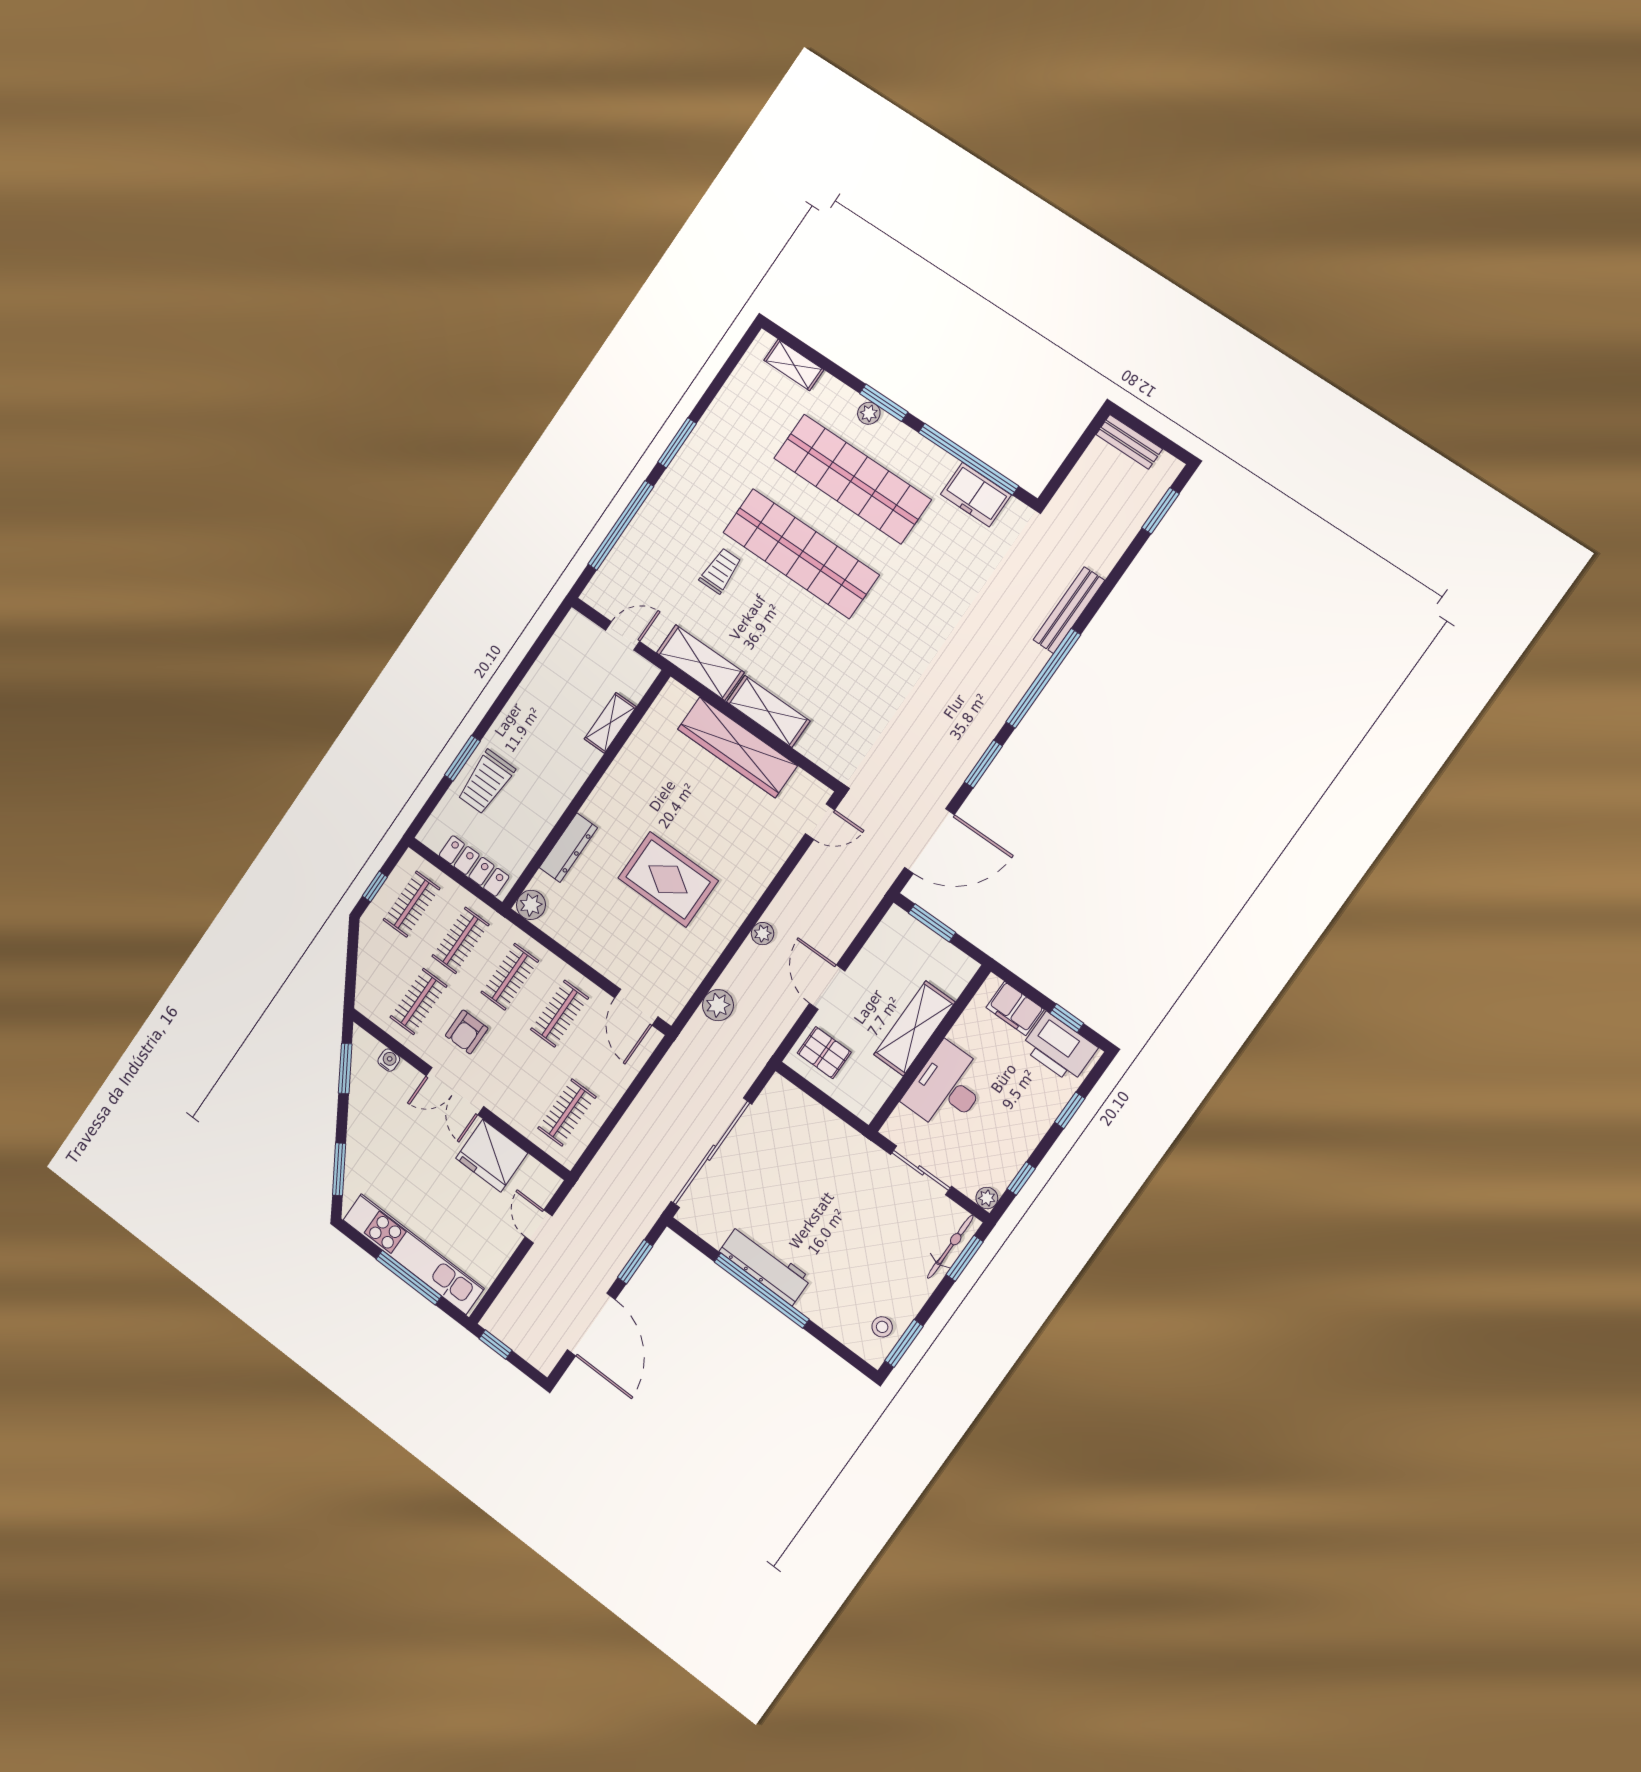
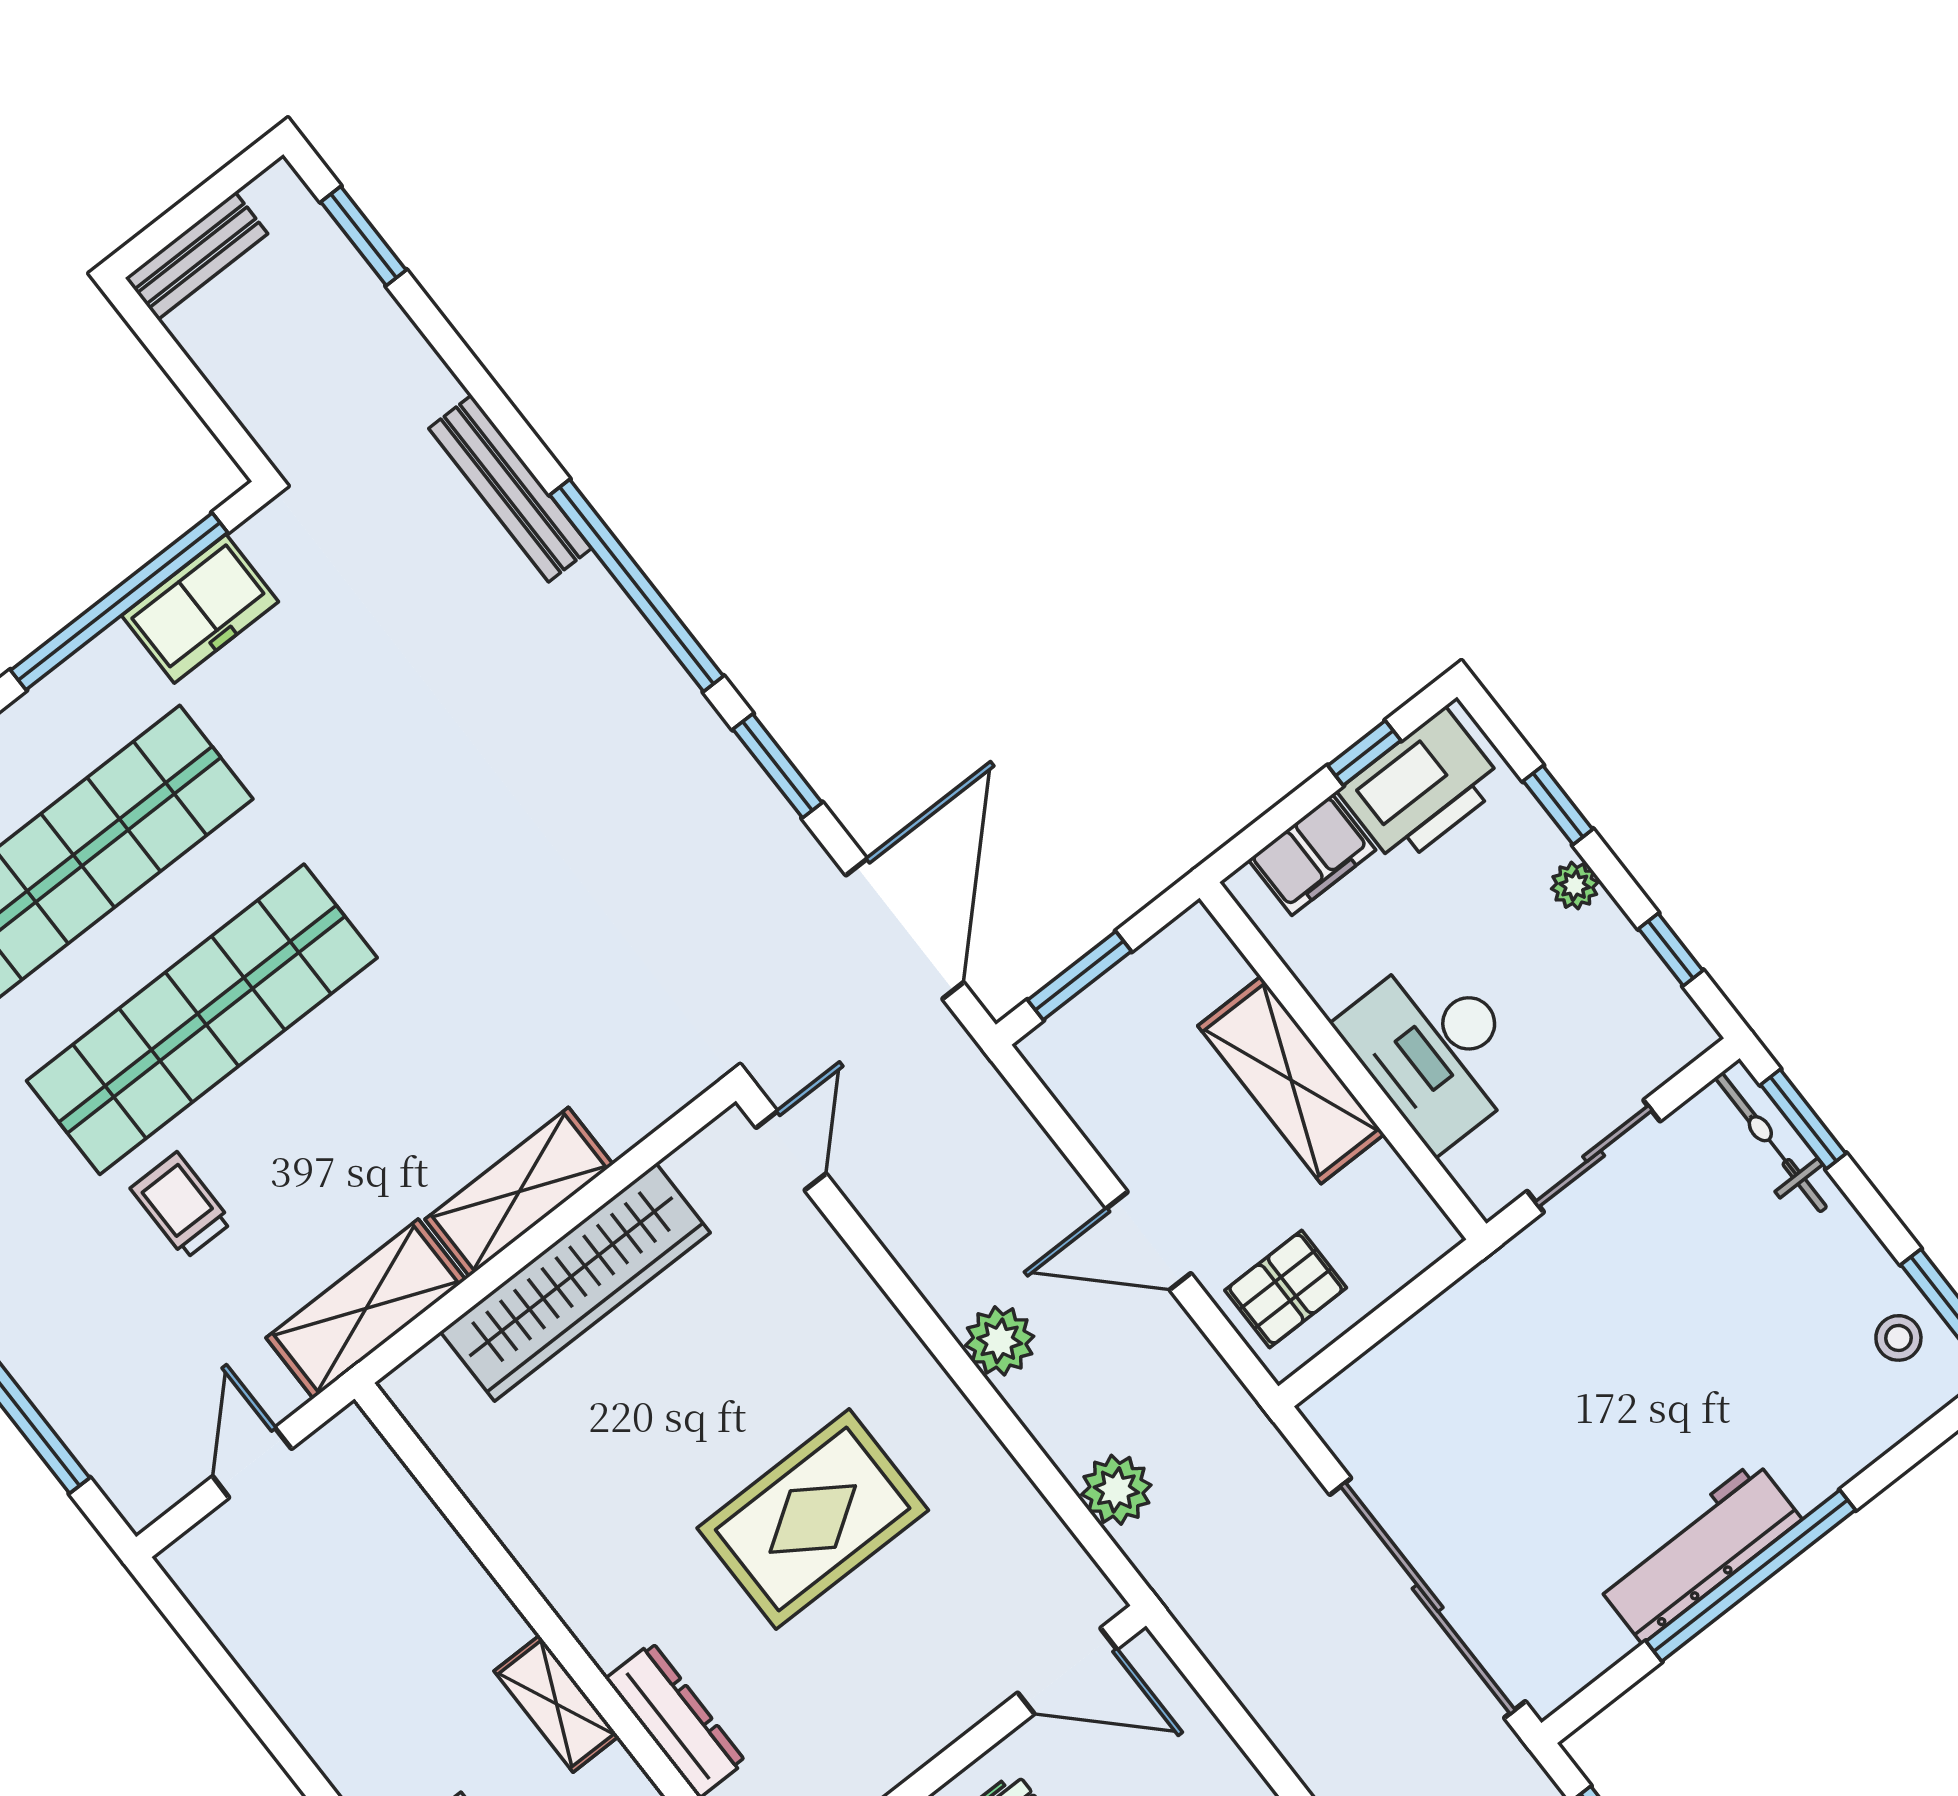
shelving: (610, 723) -> (556, 1704), moved
plant: (763, 934) -> (1000, 1341), width x1.38, depth x1.38
plant: (987, 1198) -> (1575, 886), moved

